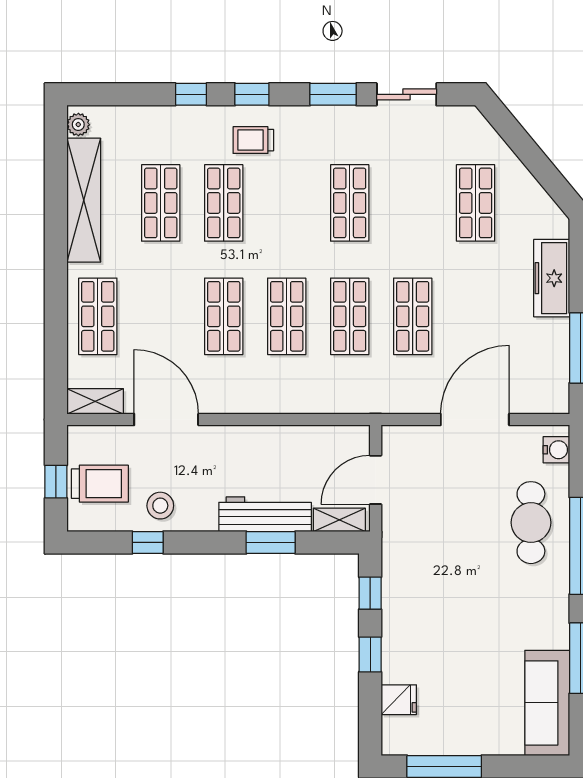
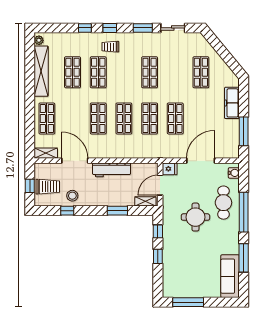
workbench: (265, 514) -> (112, 170), moved, turned 180
round table: (462, 558) -> (195, 217), added
fridge: (399, 700) -> (170, 169), moved

